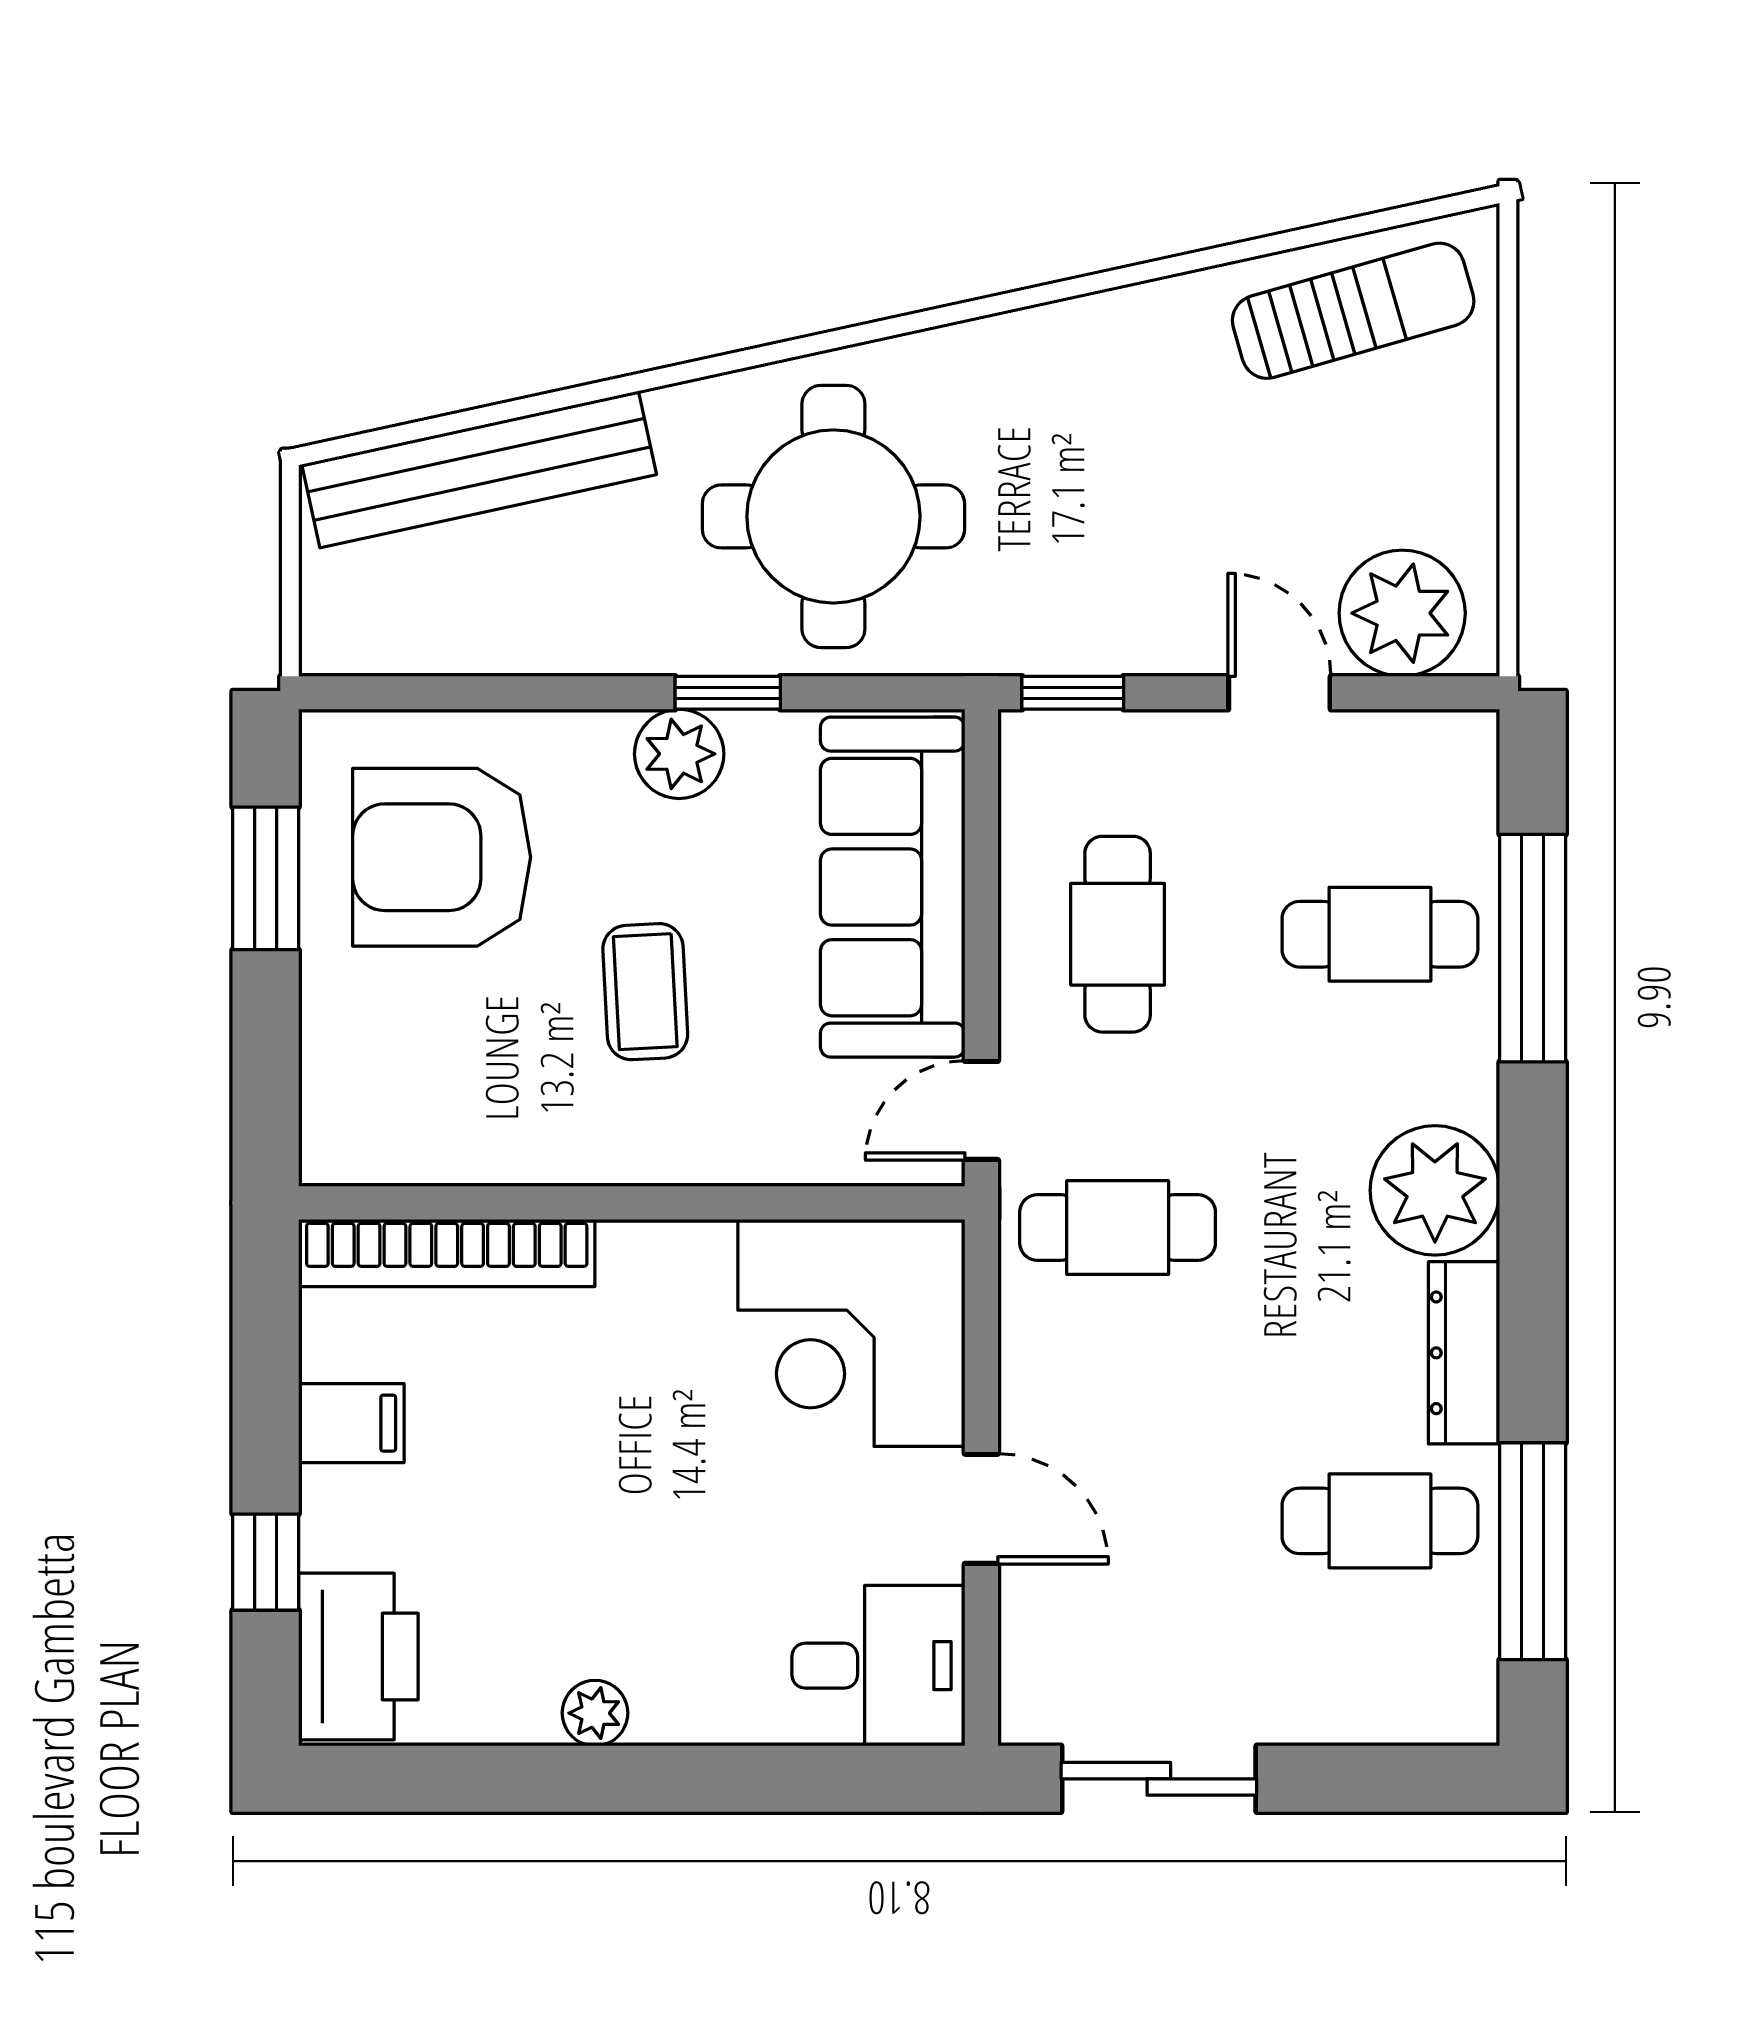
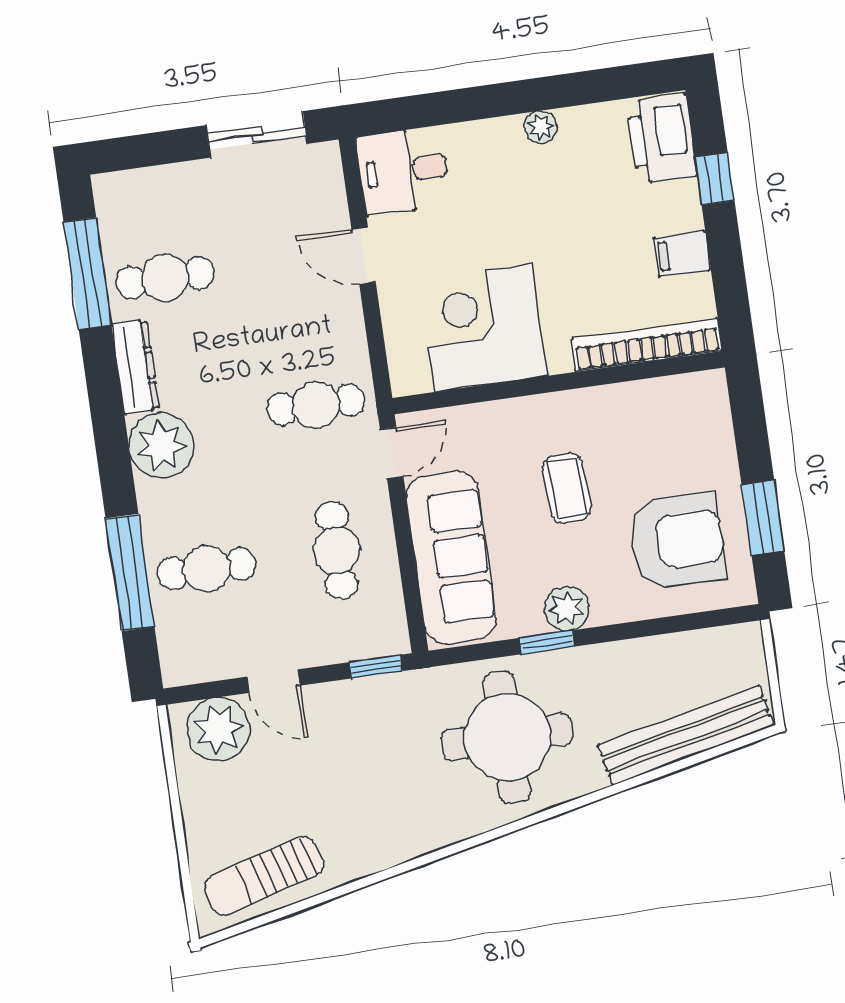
corner desk: (851, 1333) -> (483, 328), moved, turned -90

